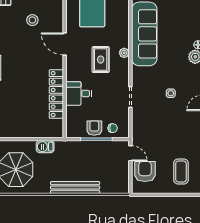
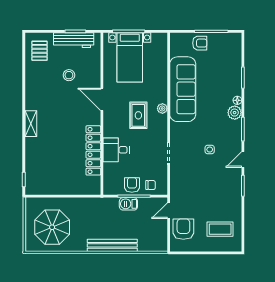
barbecue: (45, 147) -> (128, 204), moved
door: (130, 153) -> (169, 211), swing flipped
coffee table: (181, 171) -> (220, 229), turned 90

